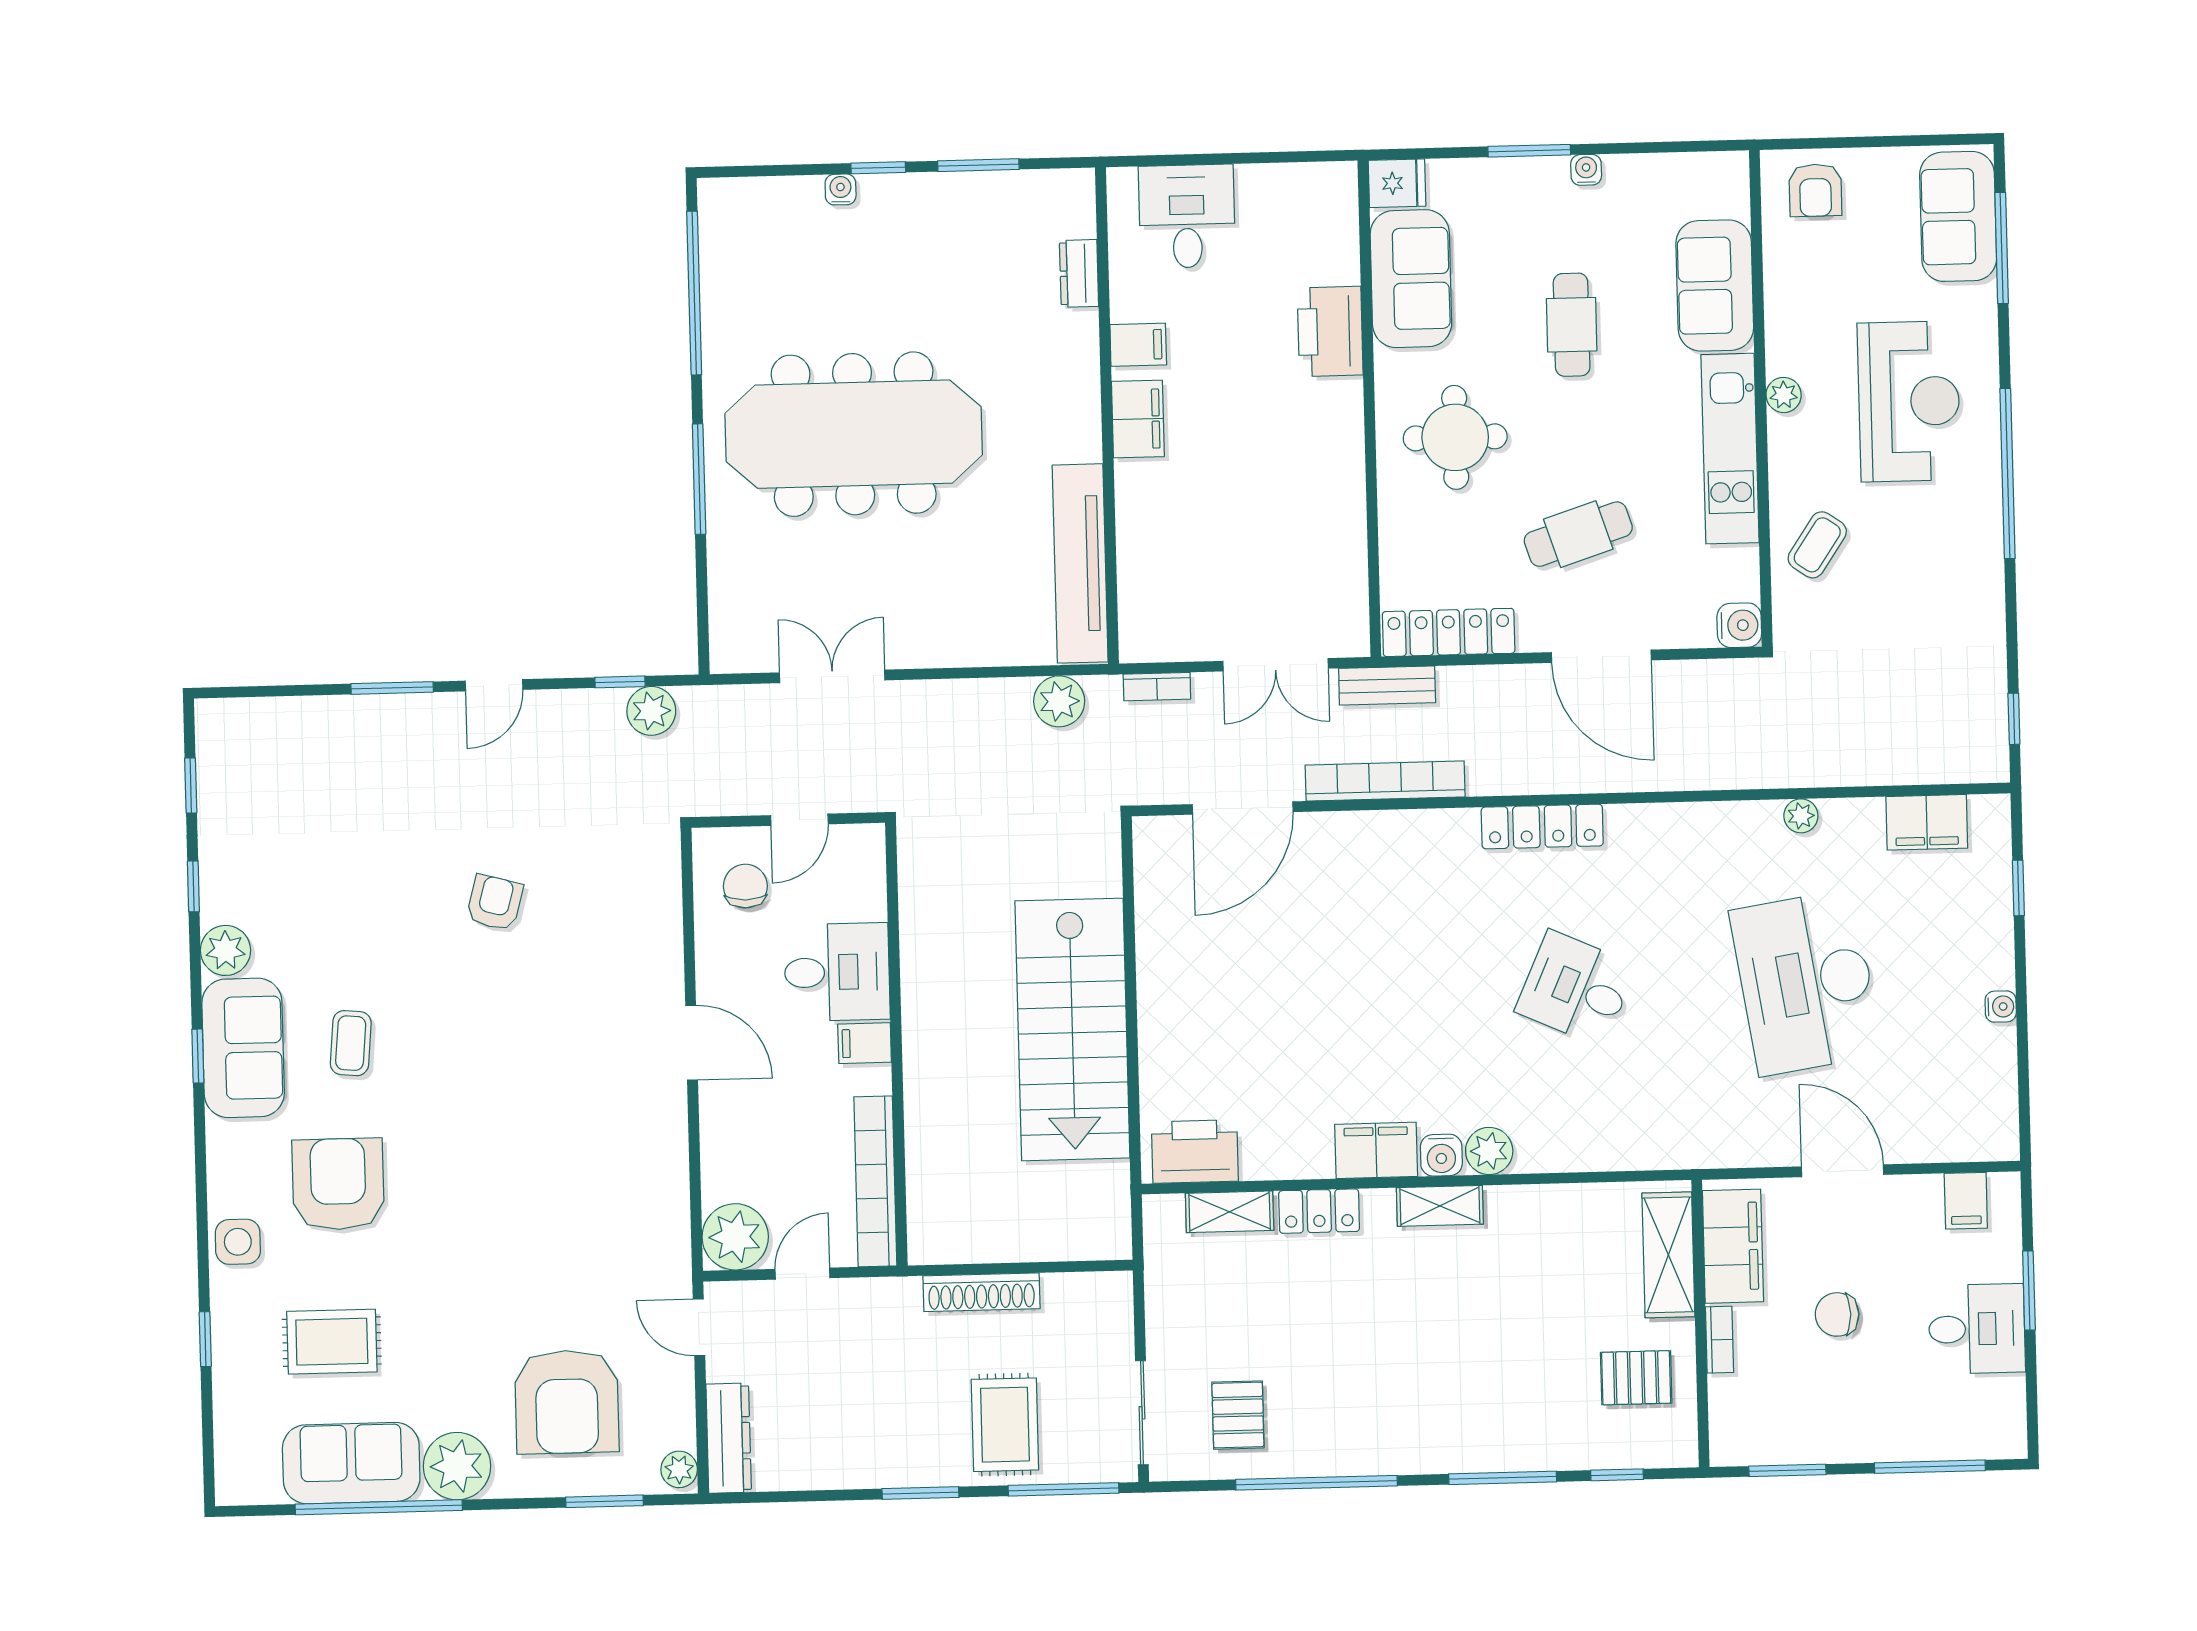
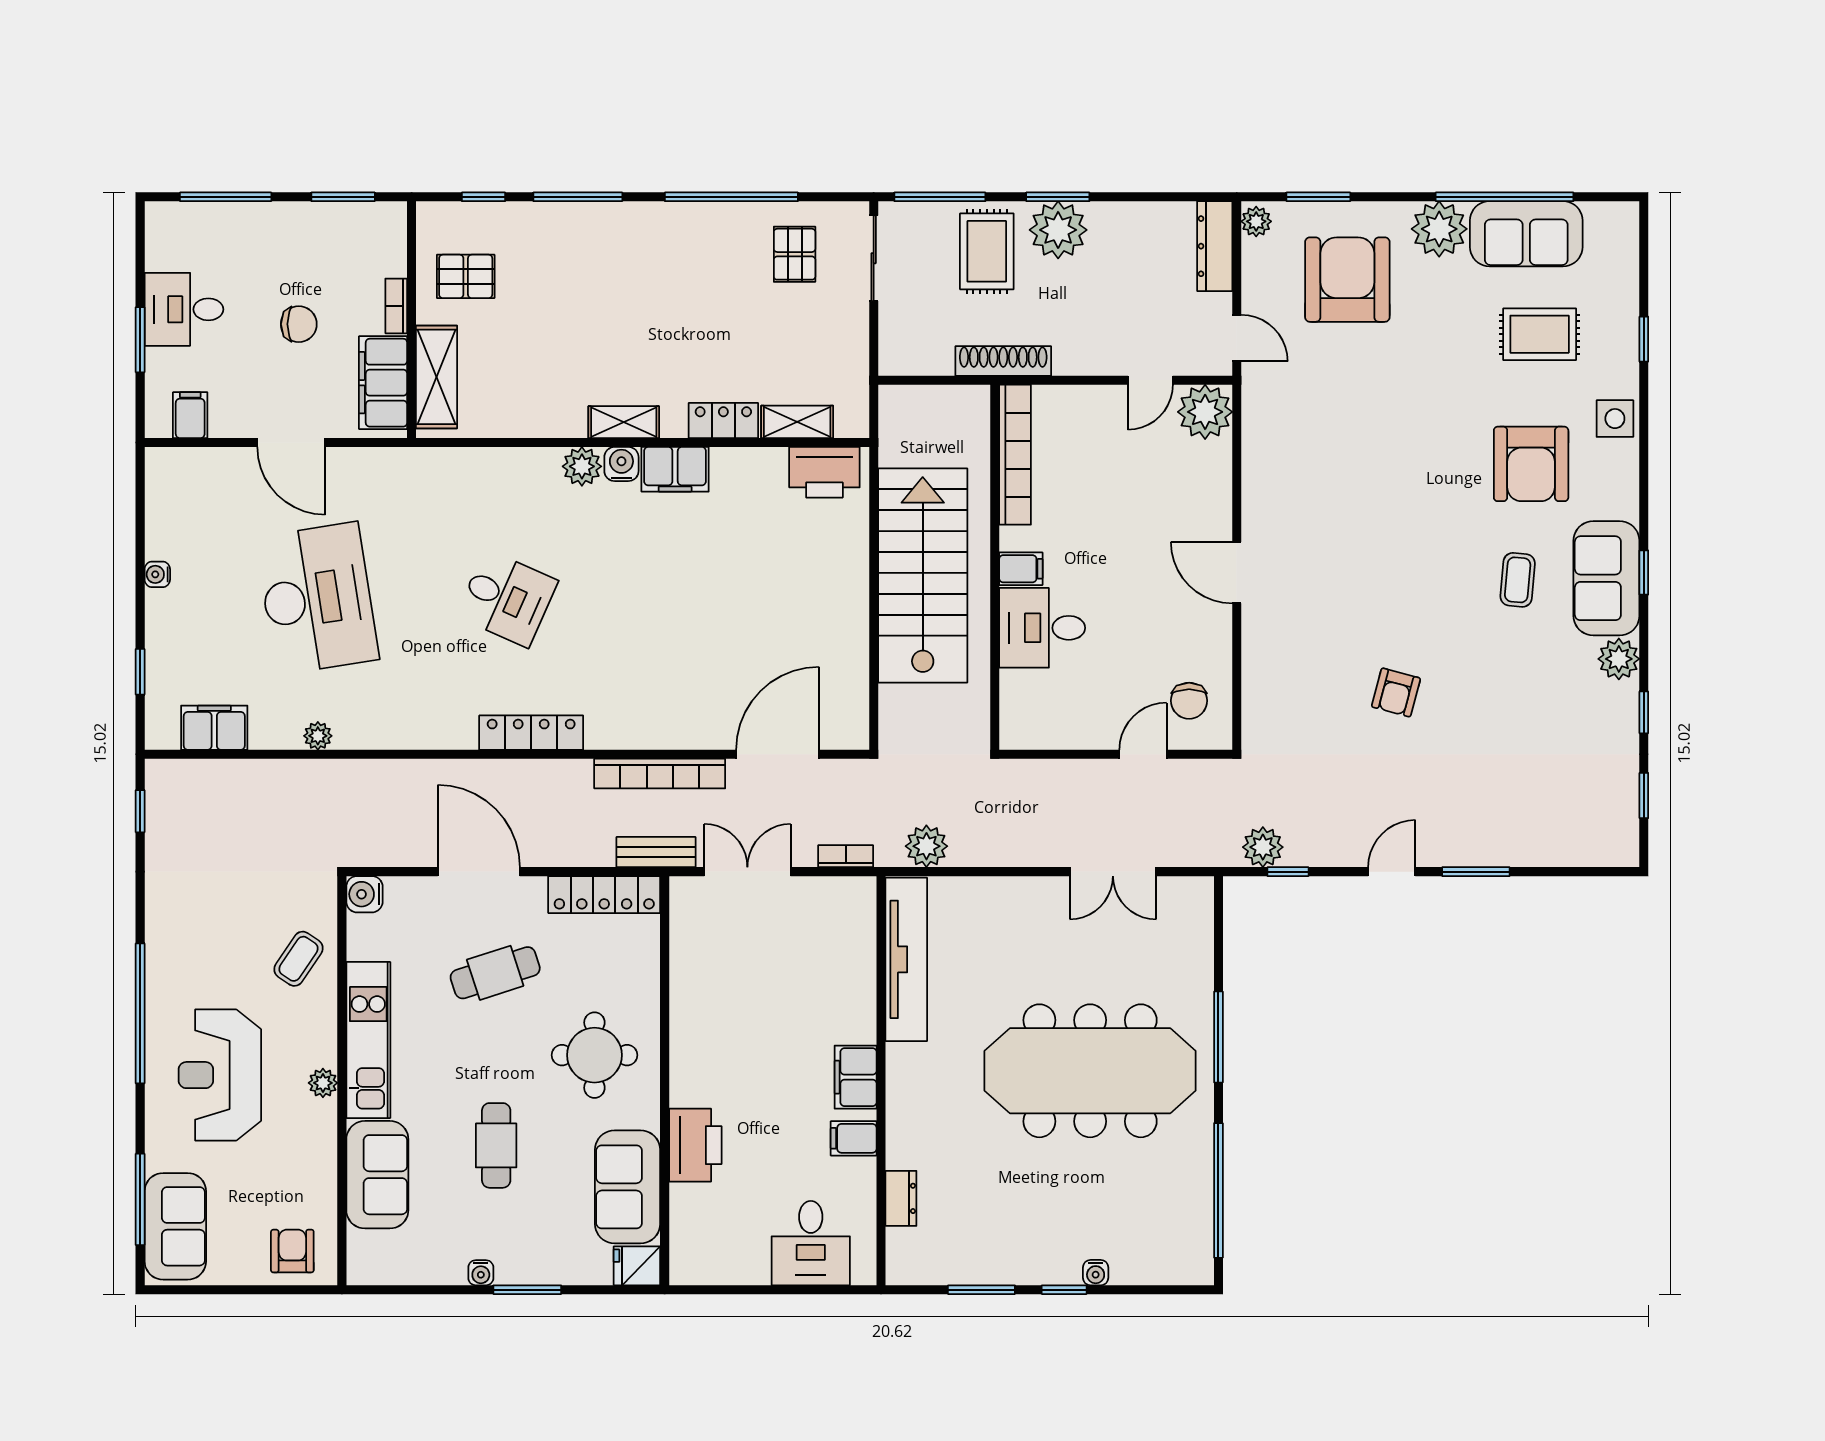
desk: (837, 972) -> (1042, 628), moved
filing cabinet: (865, 1043) -> (1021, 569), moved
wall: (896, 1044) -> (995, 567), moved
bookcase: (875, 1181) -> (1015, 455), moved
plant: (919, 1453) -> (1058, 230), added

